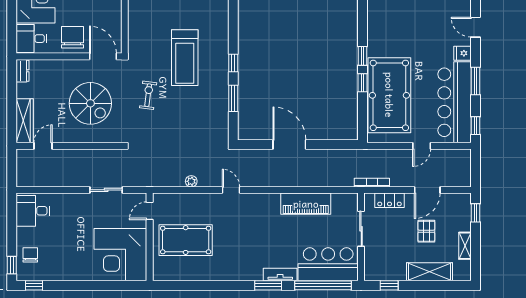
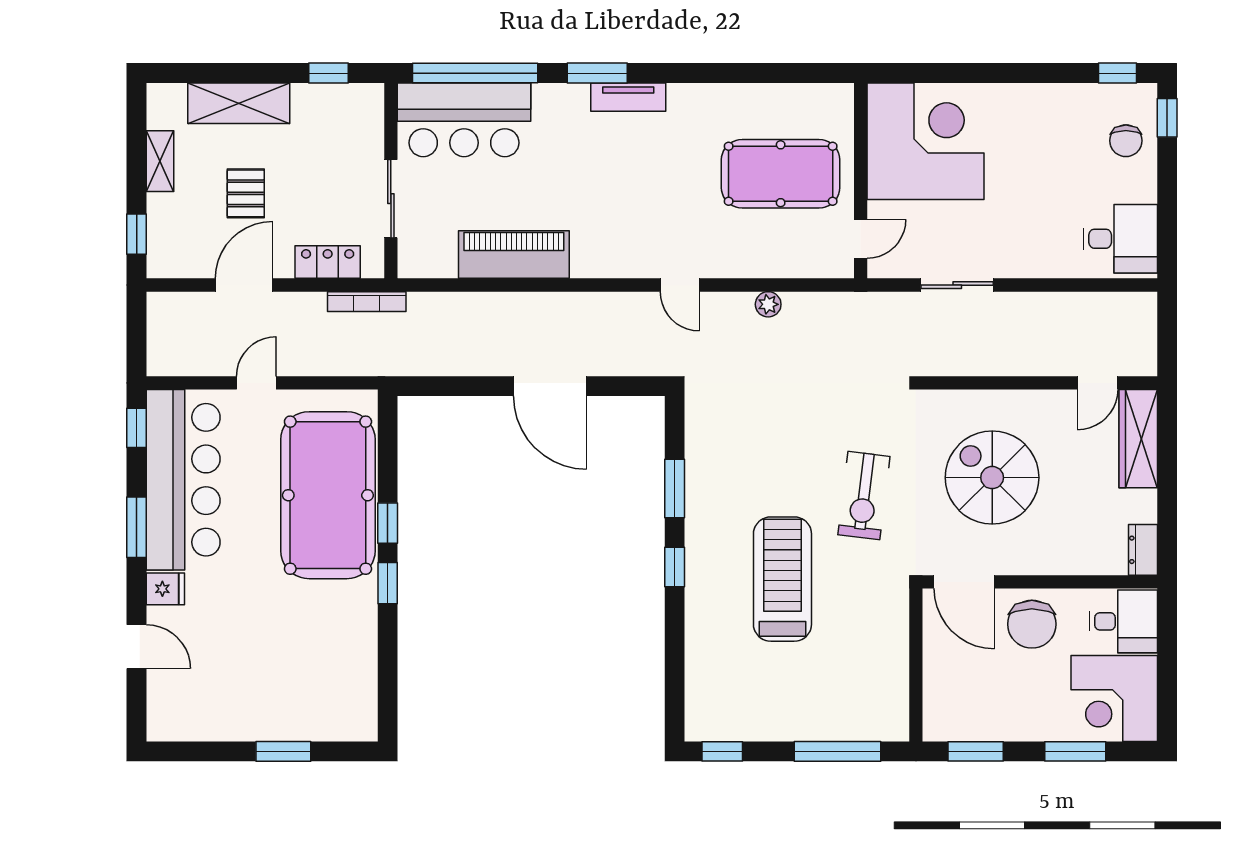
exercise bike: (148, 95) -> (864, 496), width x1.38, depth x1.39
tv unit: (280, 275) -> (628, 97), moved

